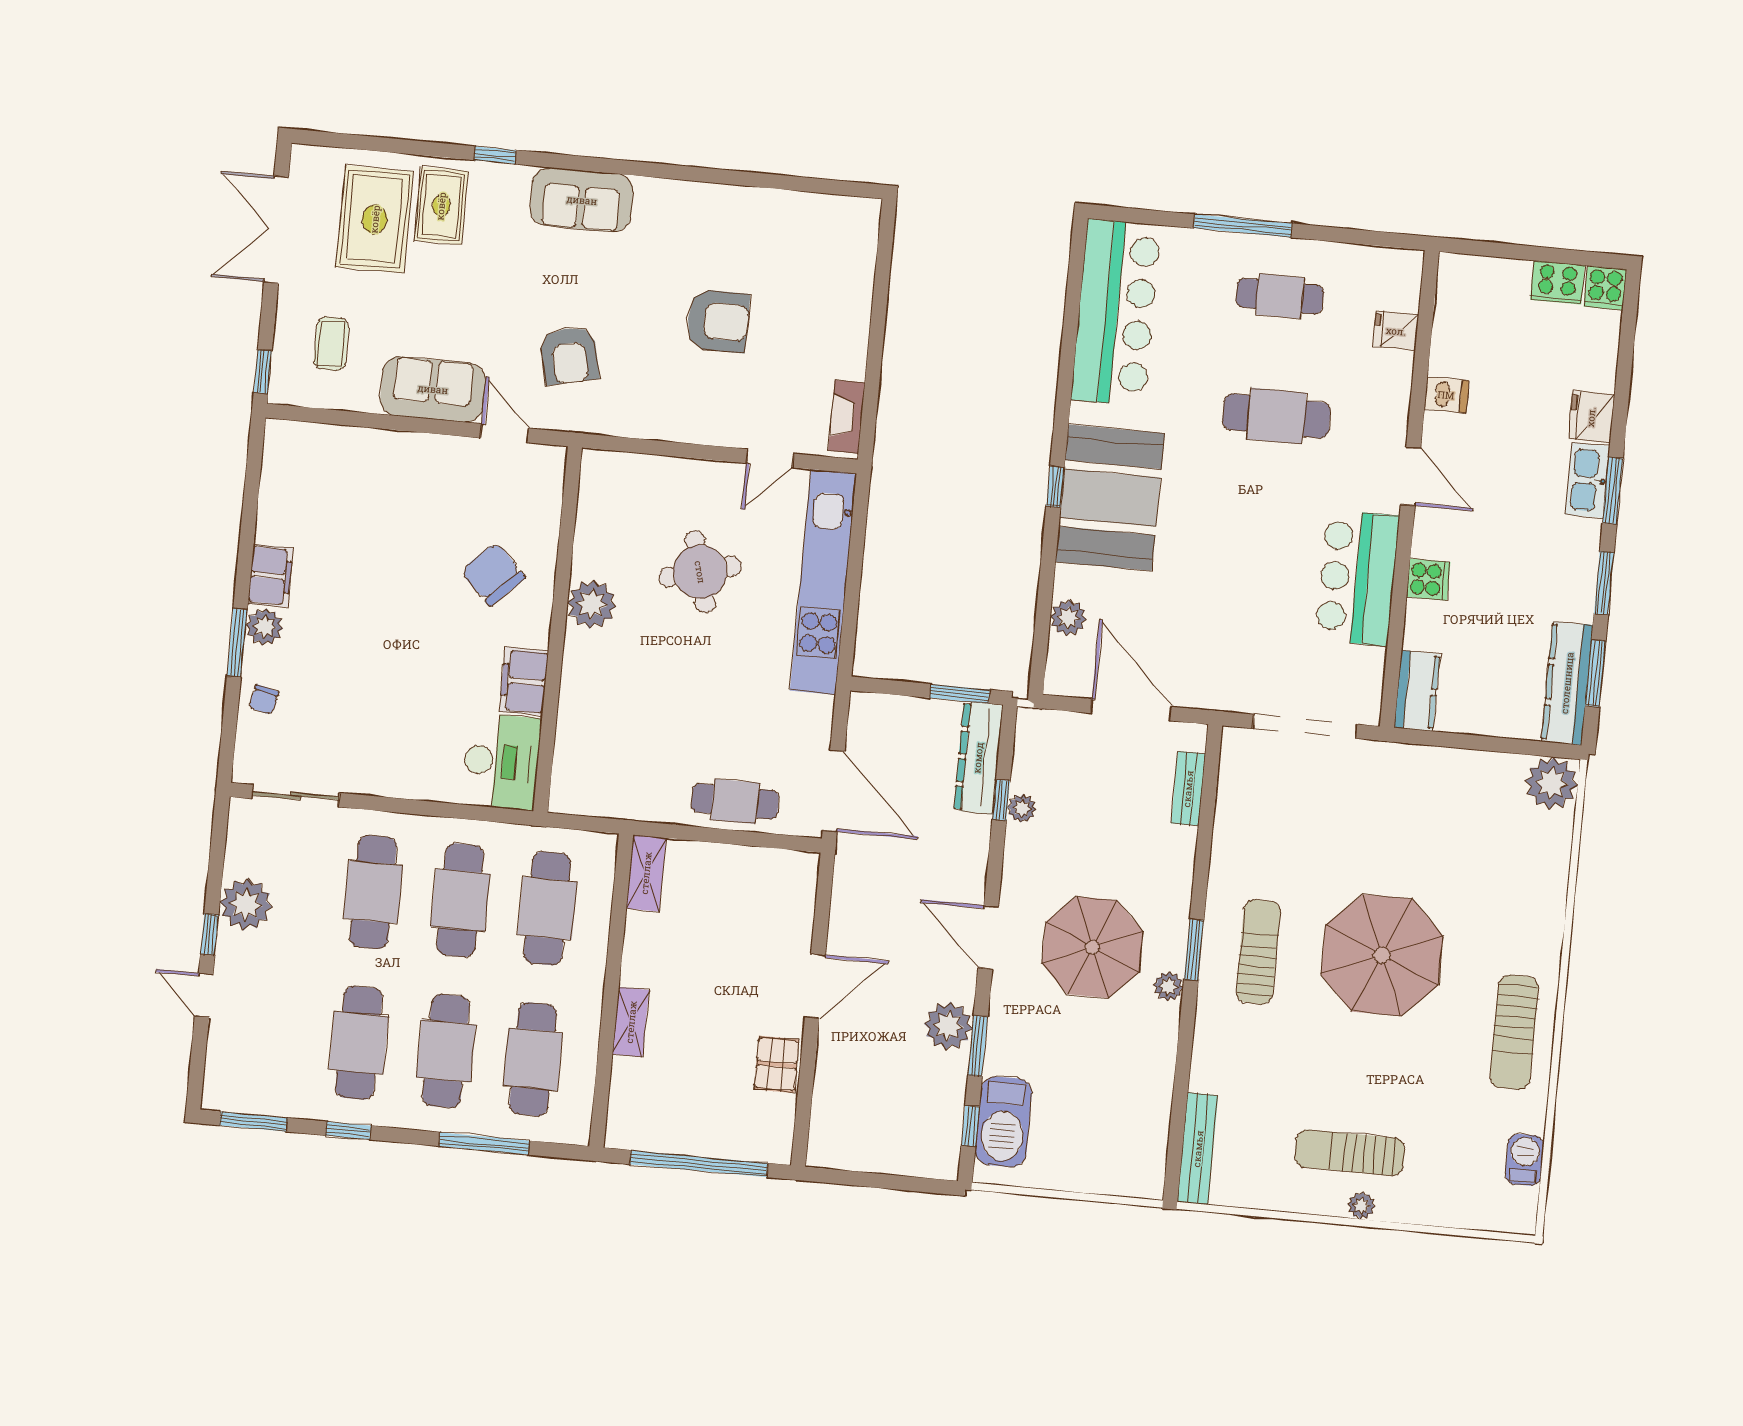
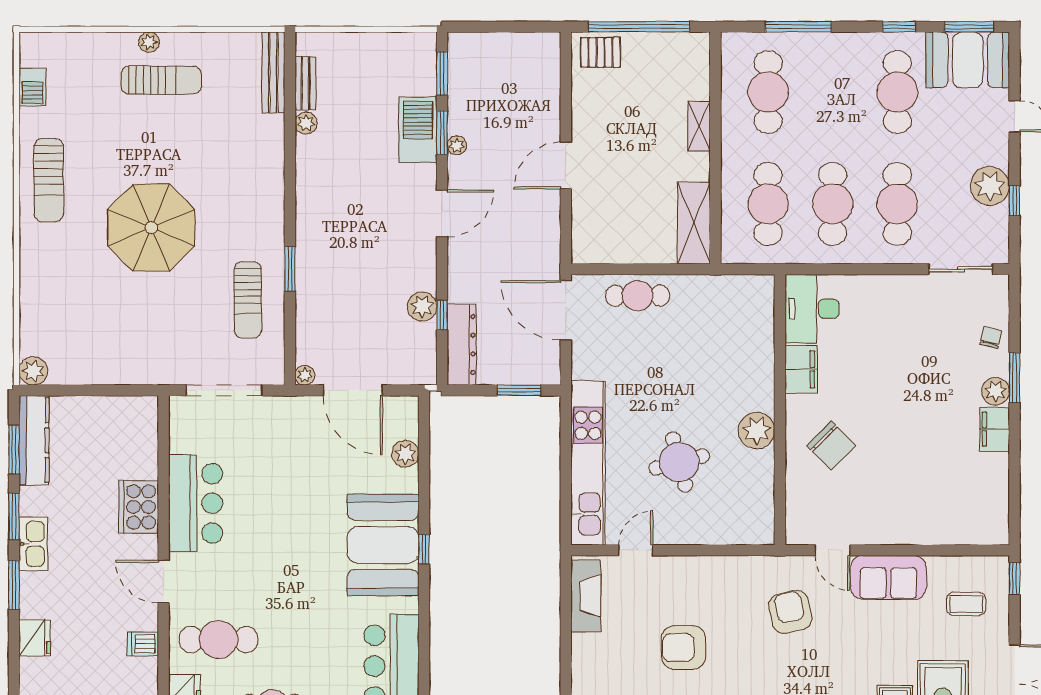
coffee table: (331, 344) -> (966, 604), turned 90
cafe table: (1276, 416) -> (219, 640), moved
fireplace: (847, 417) -> (586, 596), width x1.37, depth x1.32
kitchen sink: (1587, 480) -> (33, 544), moved
cooker: (1428, 579) -> (139, 507), width x1.87, depth x1.31
kitchen counter: (1417, 691) -> (144, 424), removed
window: (960, 694) -> (519, 390), moved
plant: (1194, 736) -> (305, 375), added
plant: (1552, 783) -> (33, 371), width x0.73, depth x0.73
bench: (1188, 789) -> (305, 83), moved
plant: (1022, 808) -> (422, 306), width x1.38, depth x1.38
shelving: (646, 873) -> (694, 223), width x1.50, depth x1.33
window: (210, 934) -> (1015, 201), moved
door: (988, 938) -> (442, 213), hinge flipped
parasol: (1092, 947) -> (365, 213), removed
window: (1194, 950) -> (290, 269), moved
sun lounger: (1258, 952) -> (248, 300), moved
plant: (1168, 986) -> (306, 123), moved
plant: (948, 1026) -> (457, 145), width x0.53, depth x0.53
sun lounger: (1514, 1032) -> (49, 180), turned 180
cafe table: (446, 1051) -> (833, 92), removed
pallet: (776, 1064) -> (601, 52), moved, turned 90
booth: (260, 1077) -> (968, 60), added
barbecue: (1003, 1122) -> (418, 130), moved
window: (970, 1126) -> (442, 73), width x1.50

